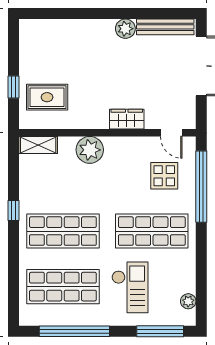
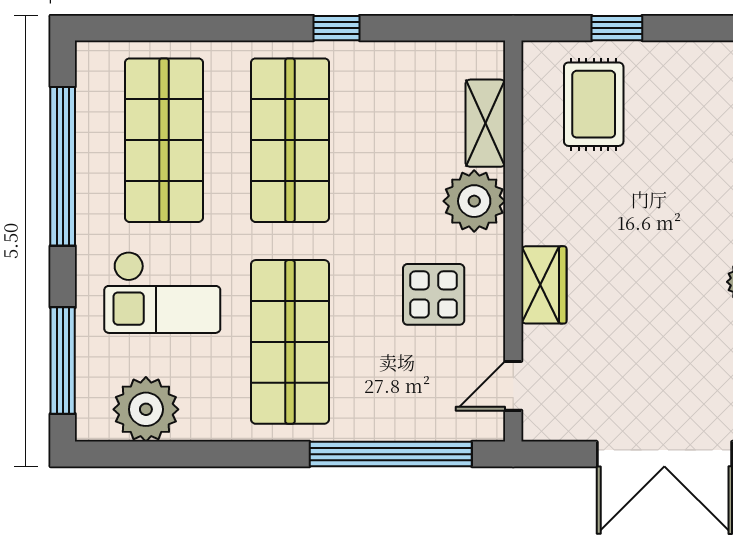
shelving: (38, 145) -> (485, 123), moved
display table: (164, 176) -> (434, 294), moved
plant: (188, 301) -> (146, 409), width x1.88, depth x1.88

